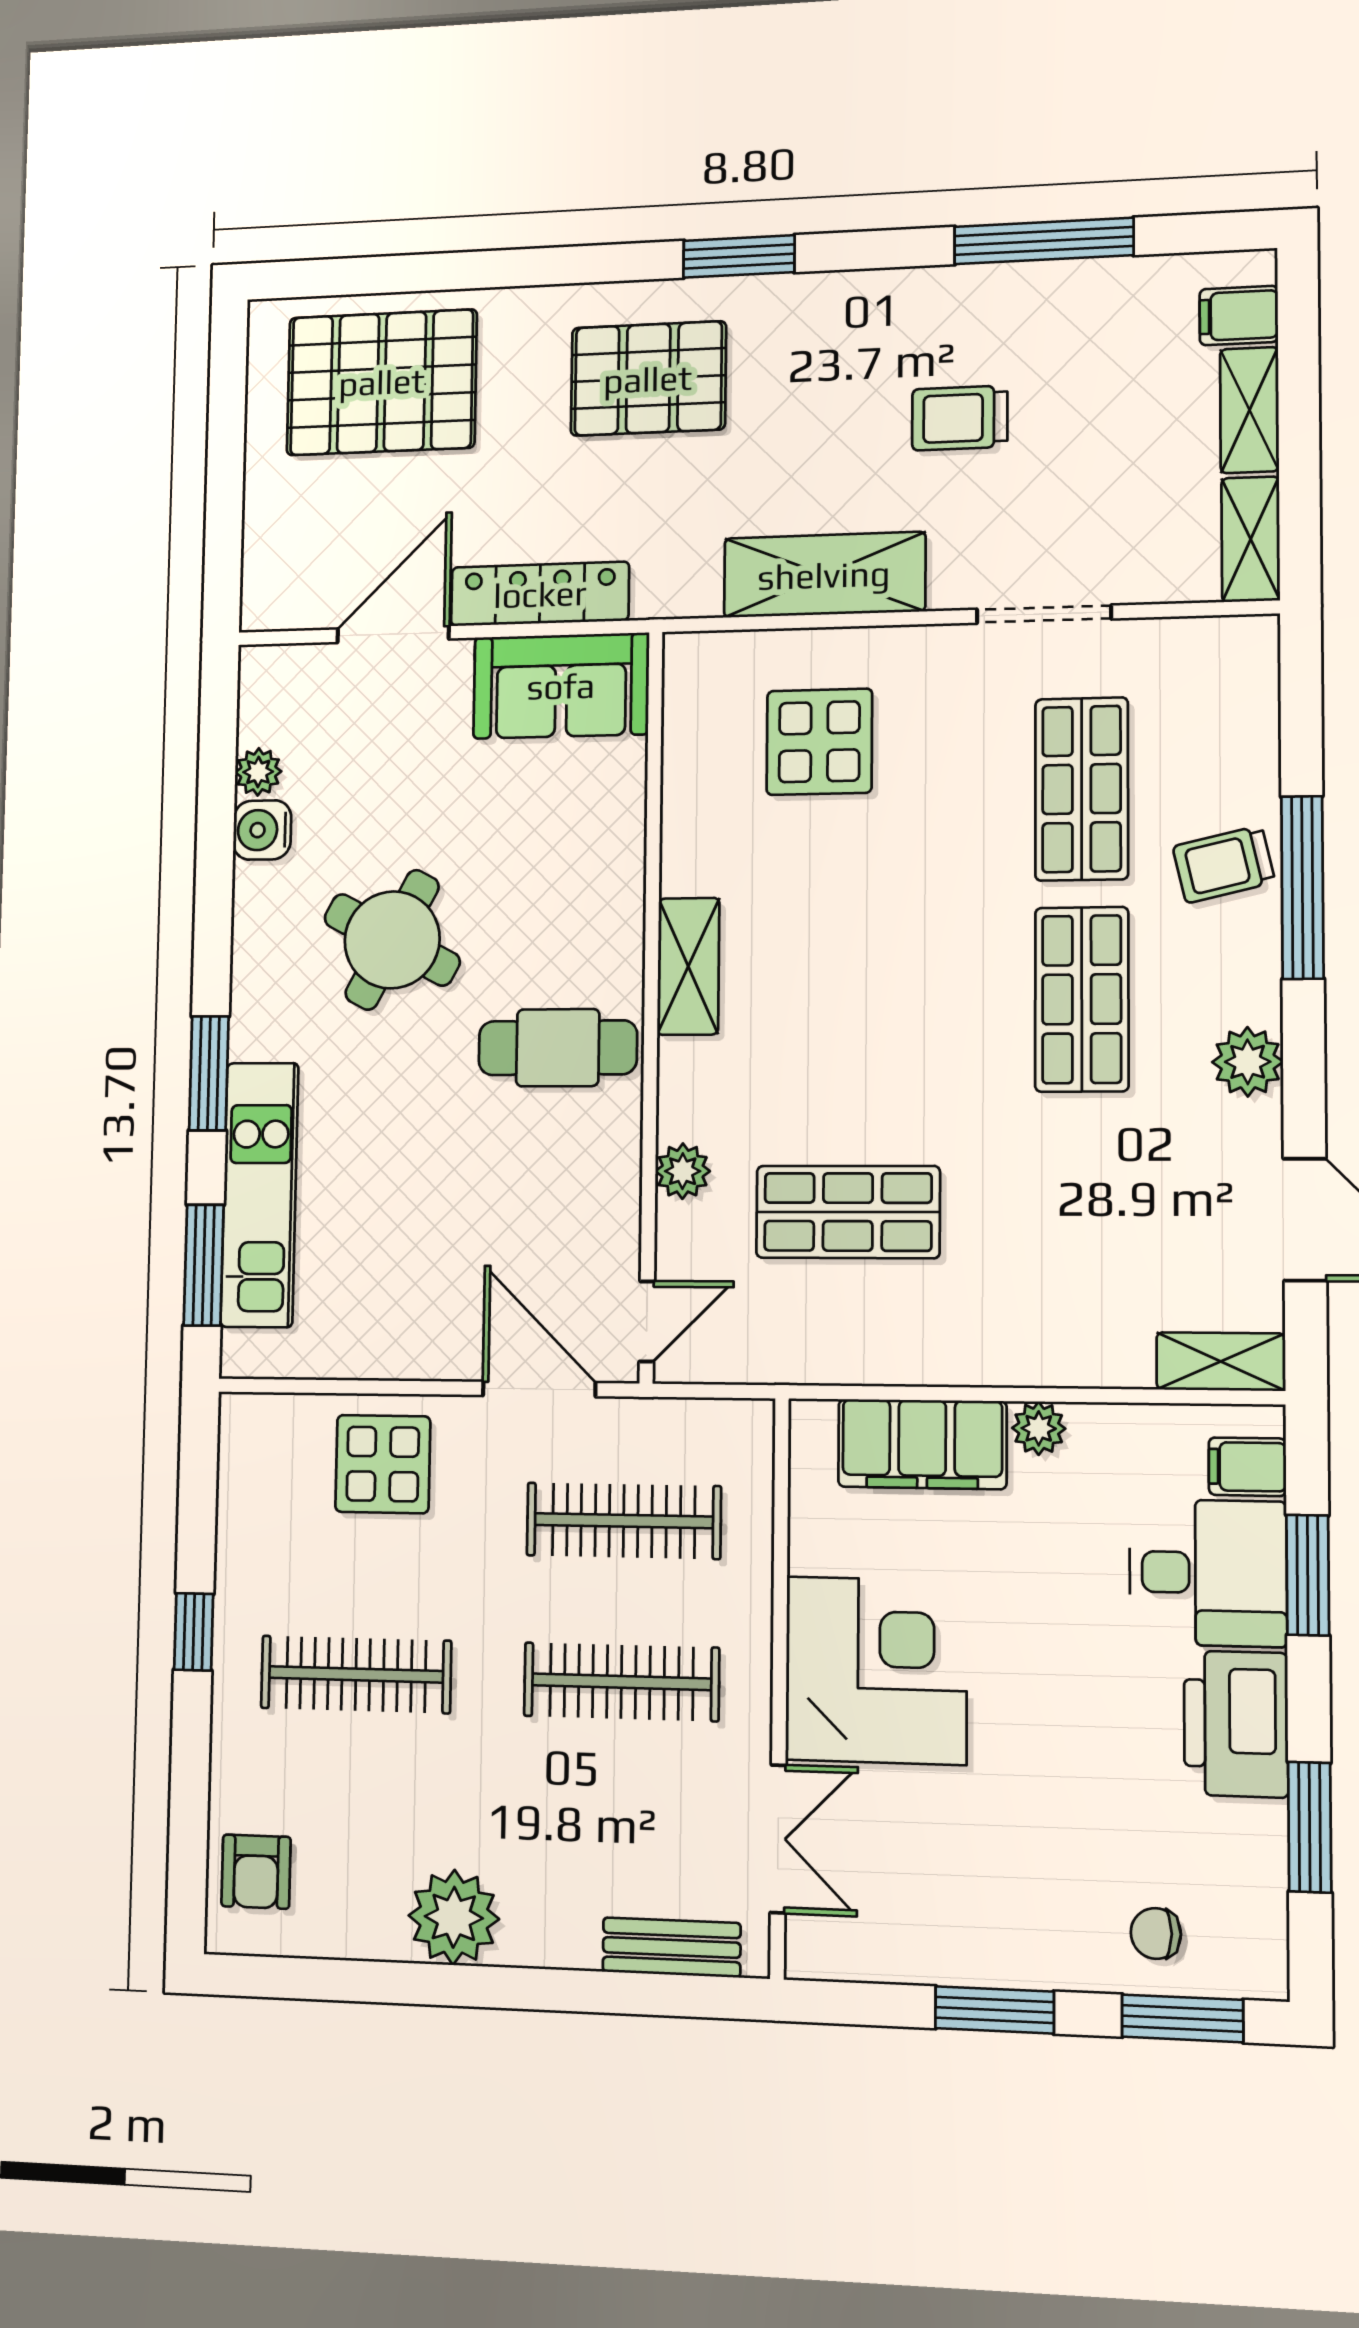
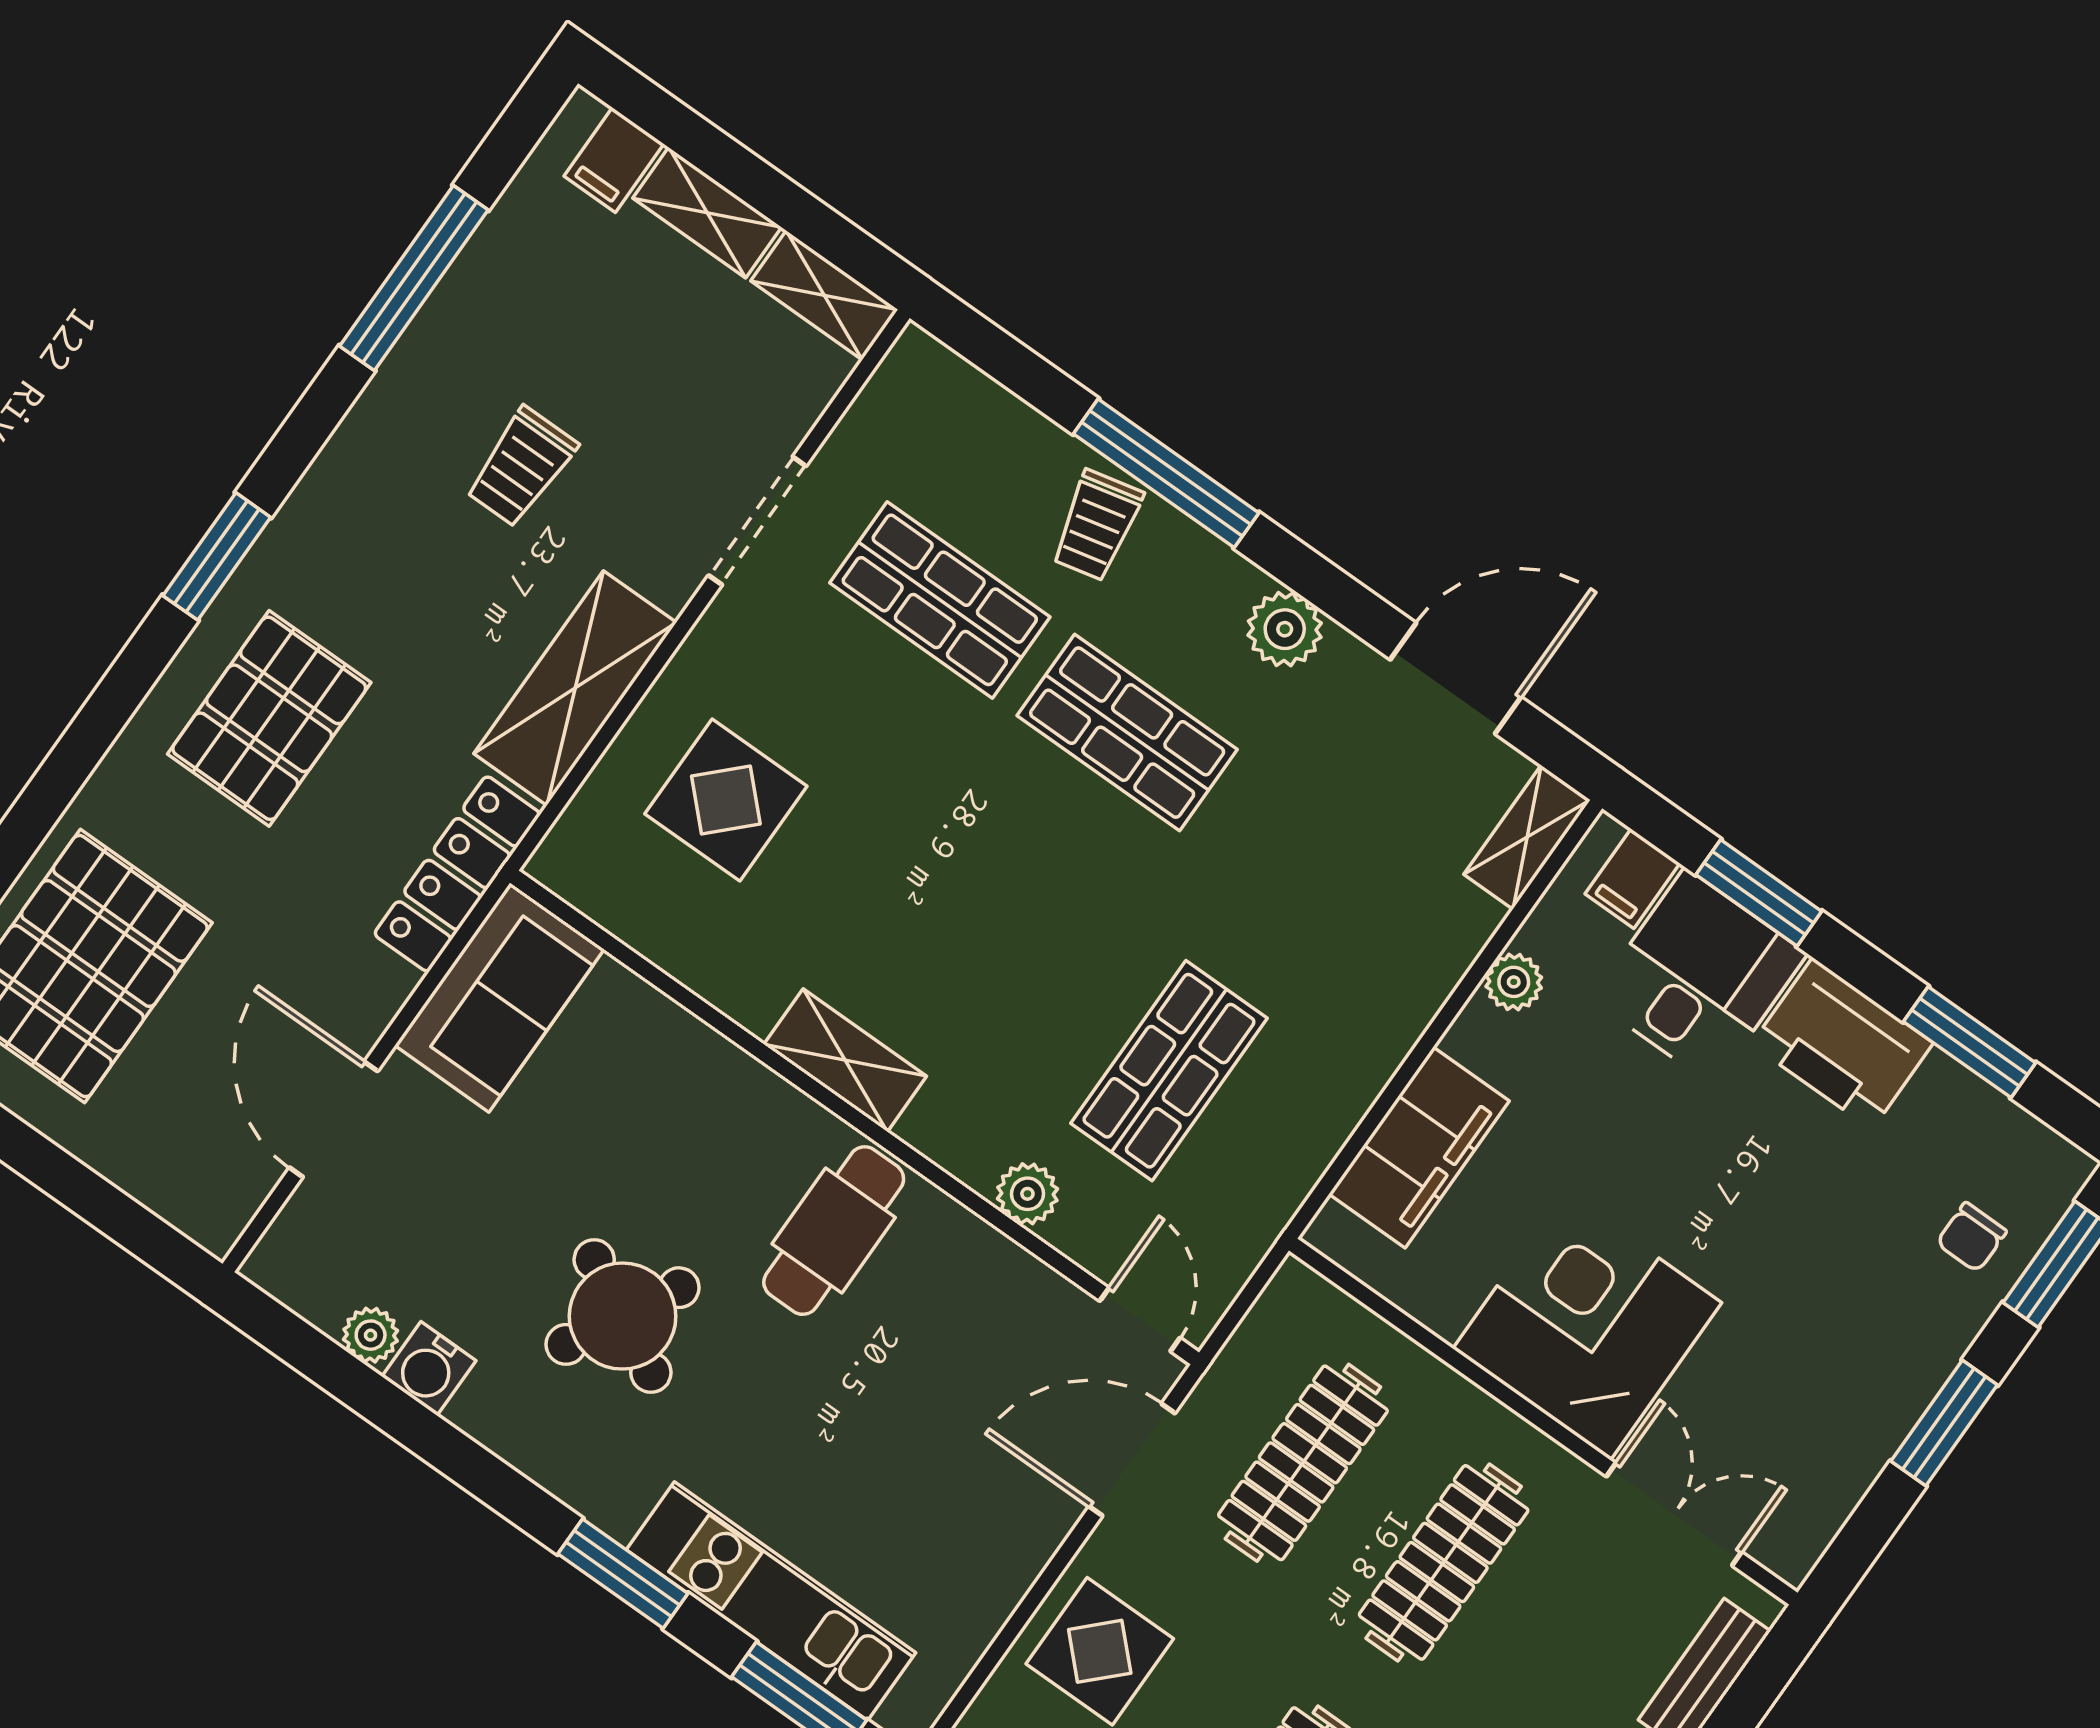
locker: (540, 594) -> (457, 874), moved
plant: (1039, 1428) -> (1514, 982), moved

